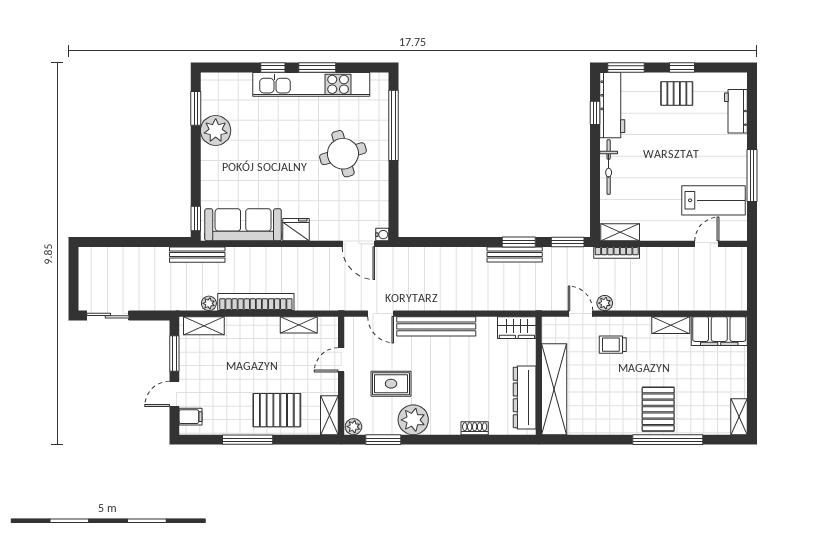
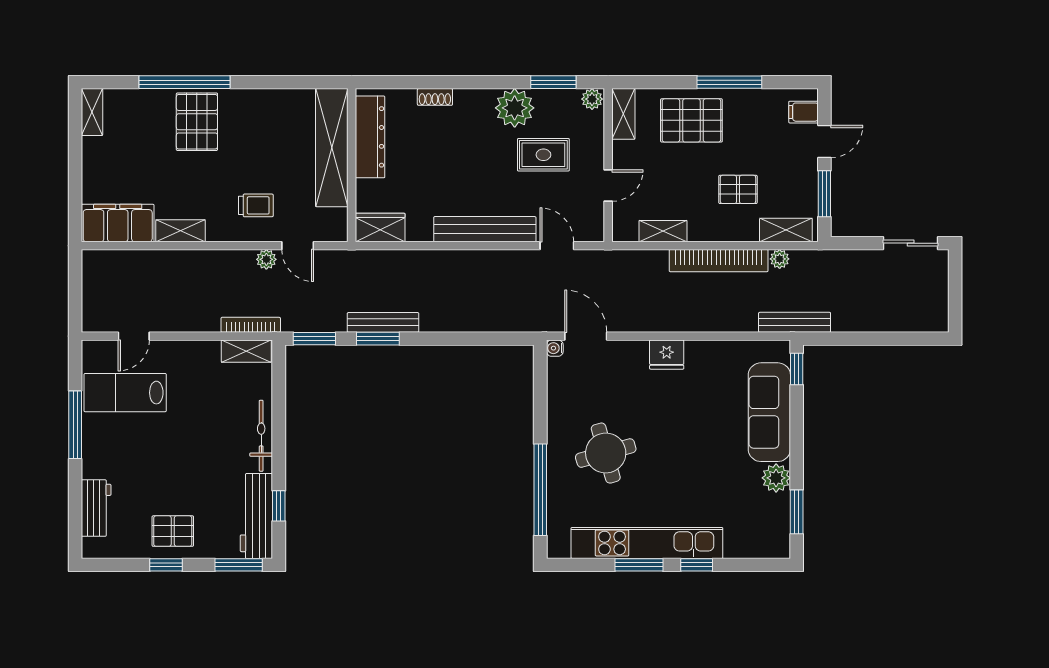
plant: (216, 130) -> (776, 478), width x0.73, depth x0.73
sofa: (243, 225) -> (769, 412), moved, turned 90
pallet: (241, 357) -> (738, 189), added

